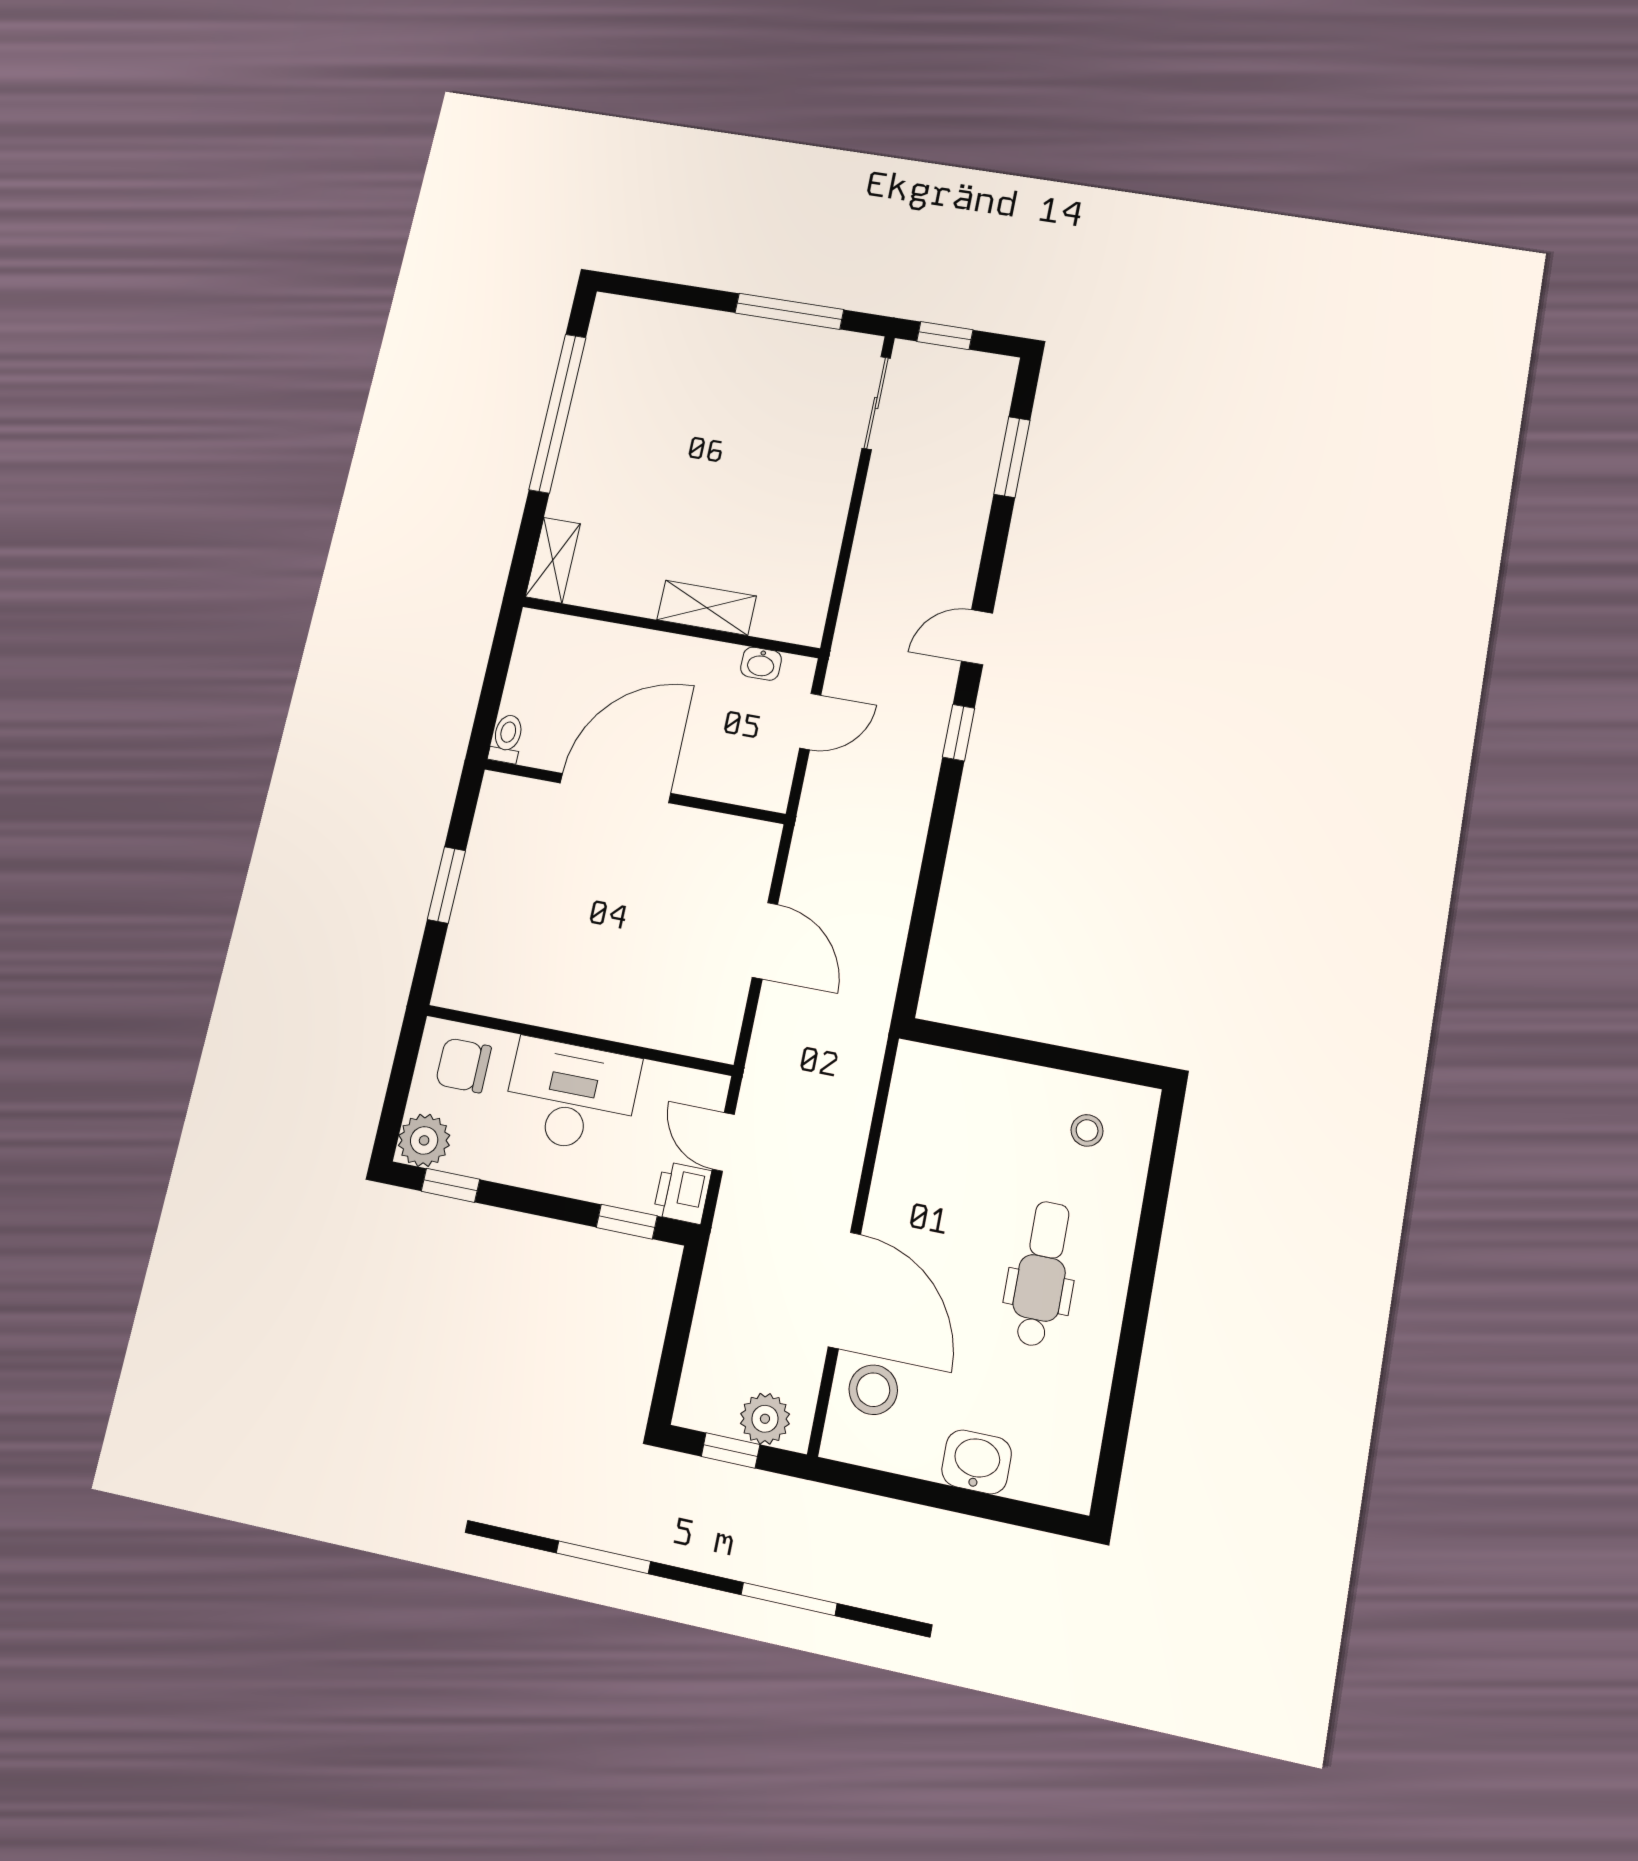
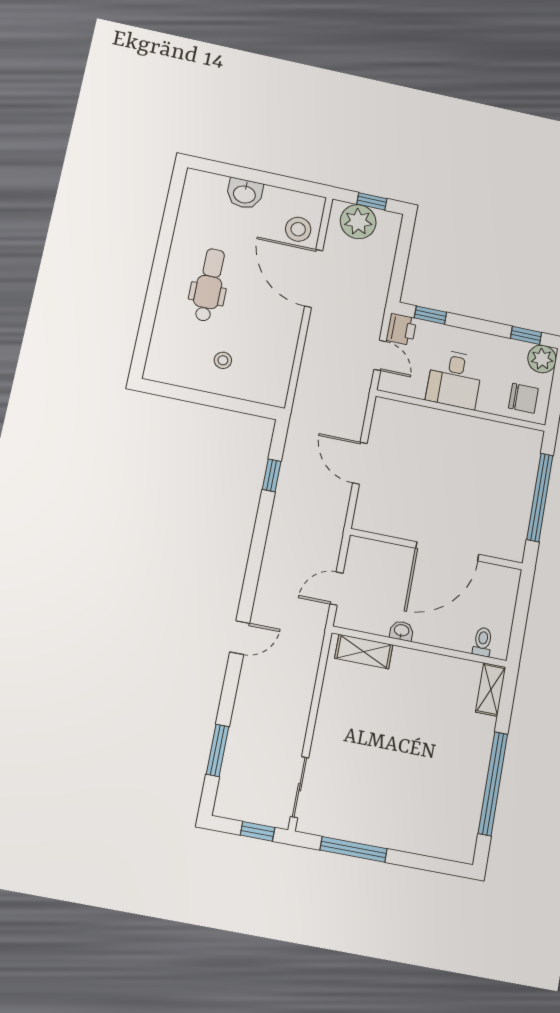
shelving: (707, 608) -> (364, 652), moved
washbasin: (761, 664) -> (402, 631), moved
window: (959, 733) -> (272, 475), moved
toilet: (507, 739) -> (483, 642), moved, turned 180
window: (446, 885) -> (540, 497), width x2.11
desk: (571, 1096) -> (454, 379), width x0.73
stool: (1087, 1130) -> (223, 360), moved
dental chair: (1042, 1274) -> (209, 285), turned 180
plant: (765, 1419) -> (358, 222), width x1.36, depth x1.36

